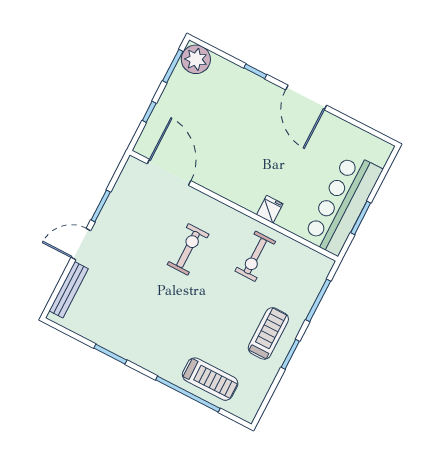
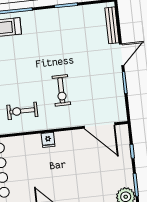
fridge: (270, 209) -> (48, 140), moved
exercise bike: (255, 256) -> (22, 111), turned -90

